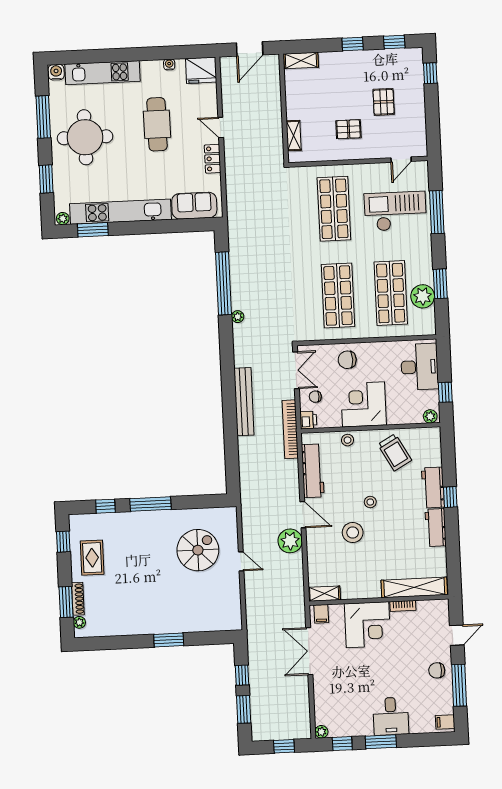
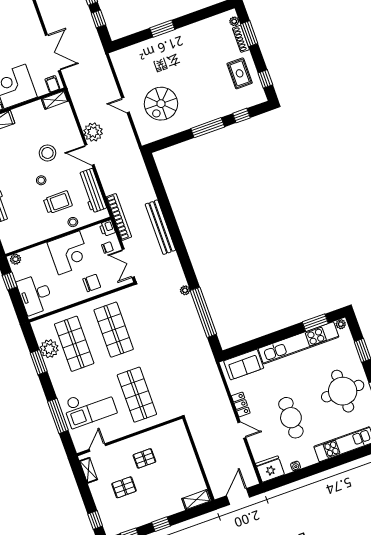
pallet: (384, 102) -> (124, 487), turned 90
shelving: (294, 136) -> (89, 470), moved
trolley: (395, 452) -> (58, 202), moved, turned 119

